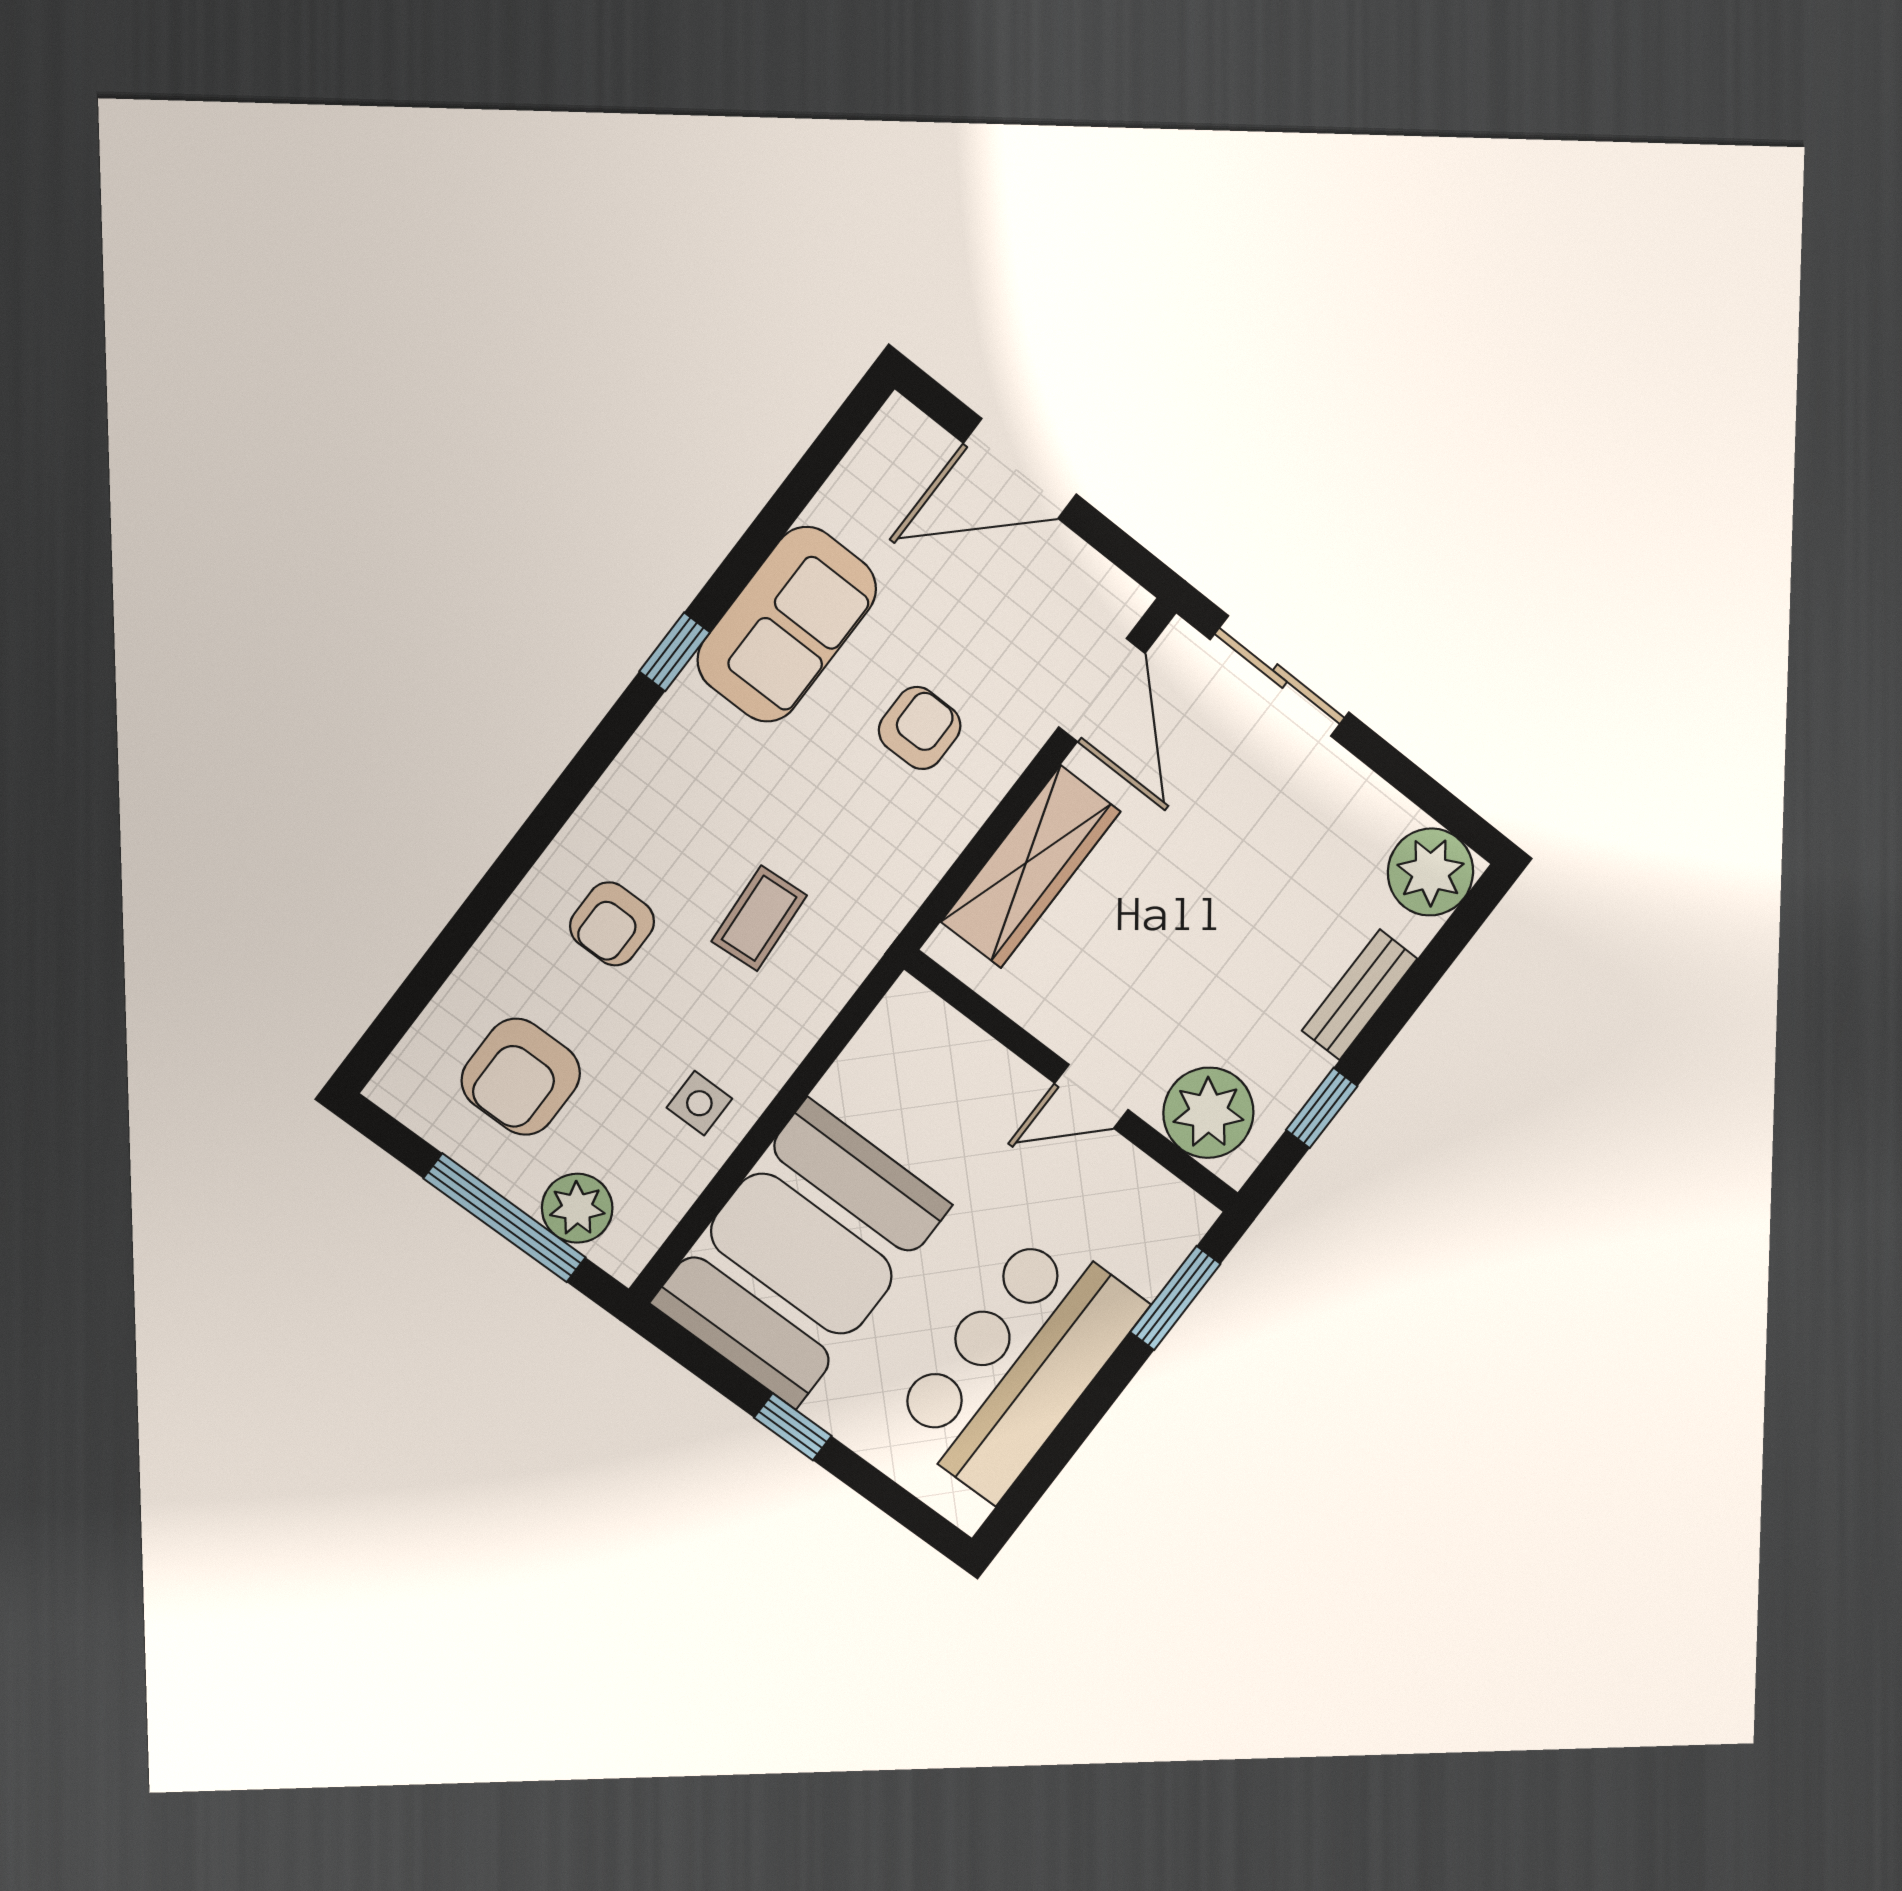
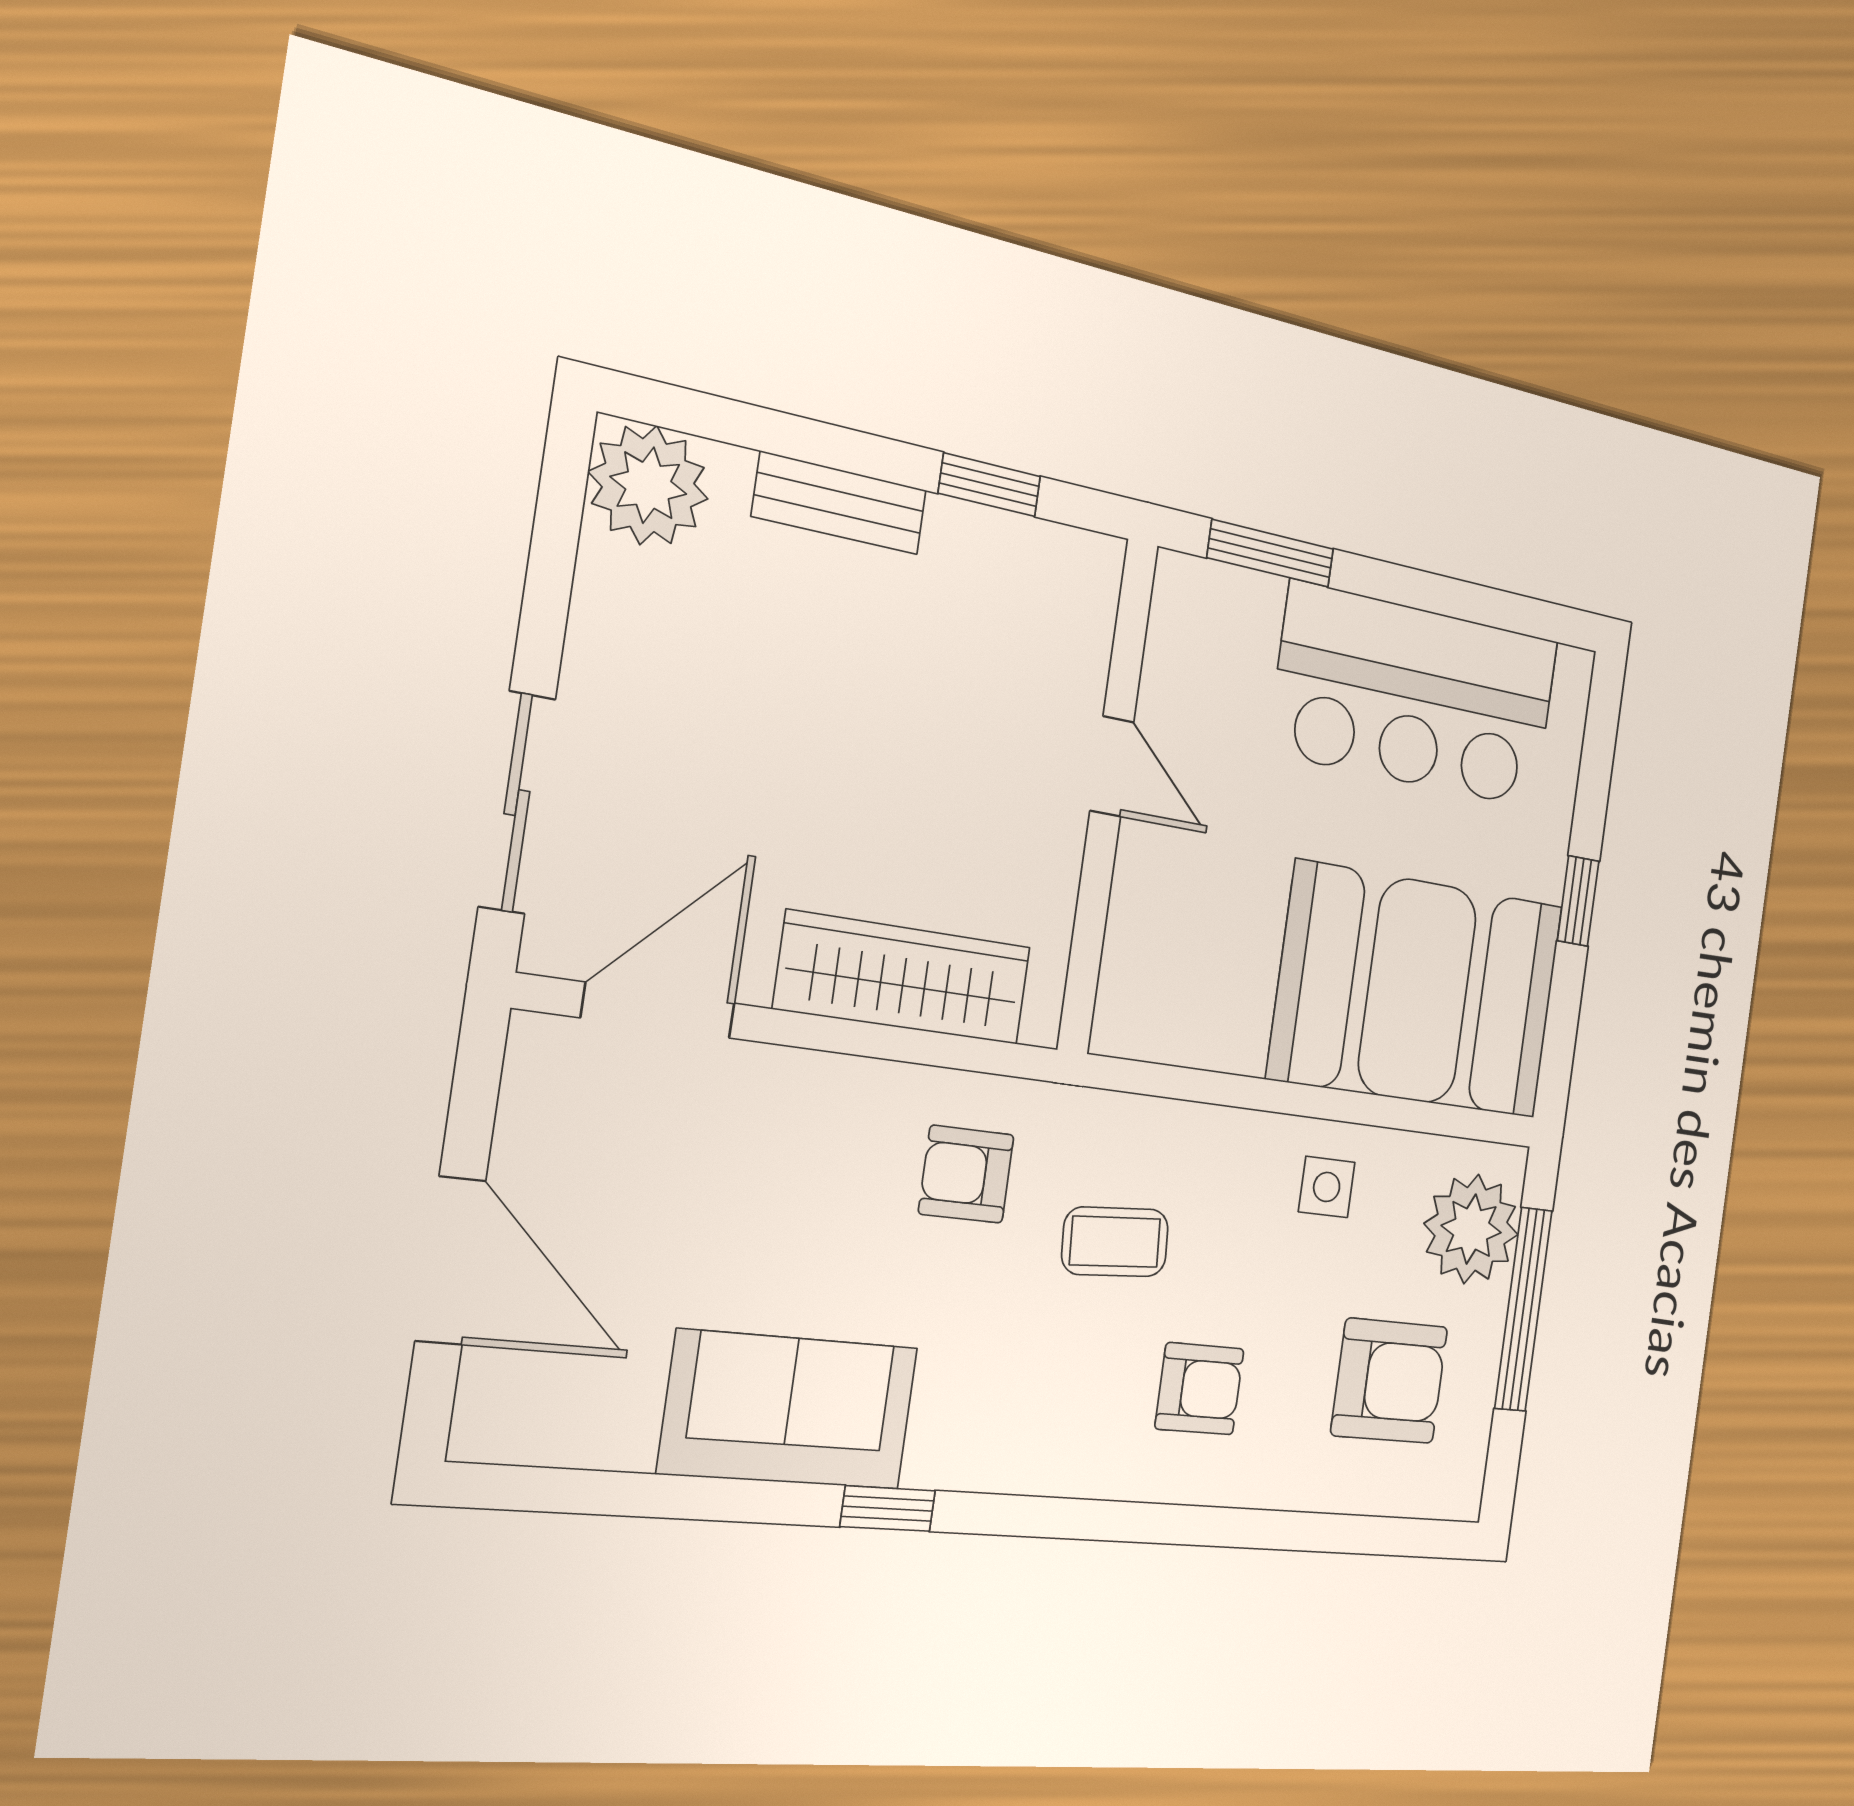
armchair: (920, 728) -> (966, 1174), moved
plant: (1208, 1113) -> (1062, 620), removed
plant: (577, 1208) -> (1471, 1229), width x1.36, depth x1.36

